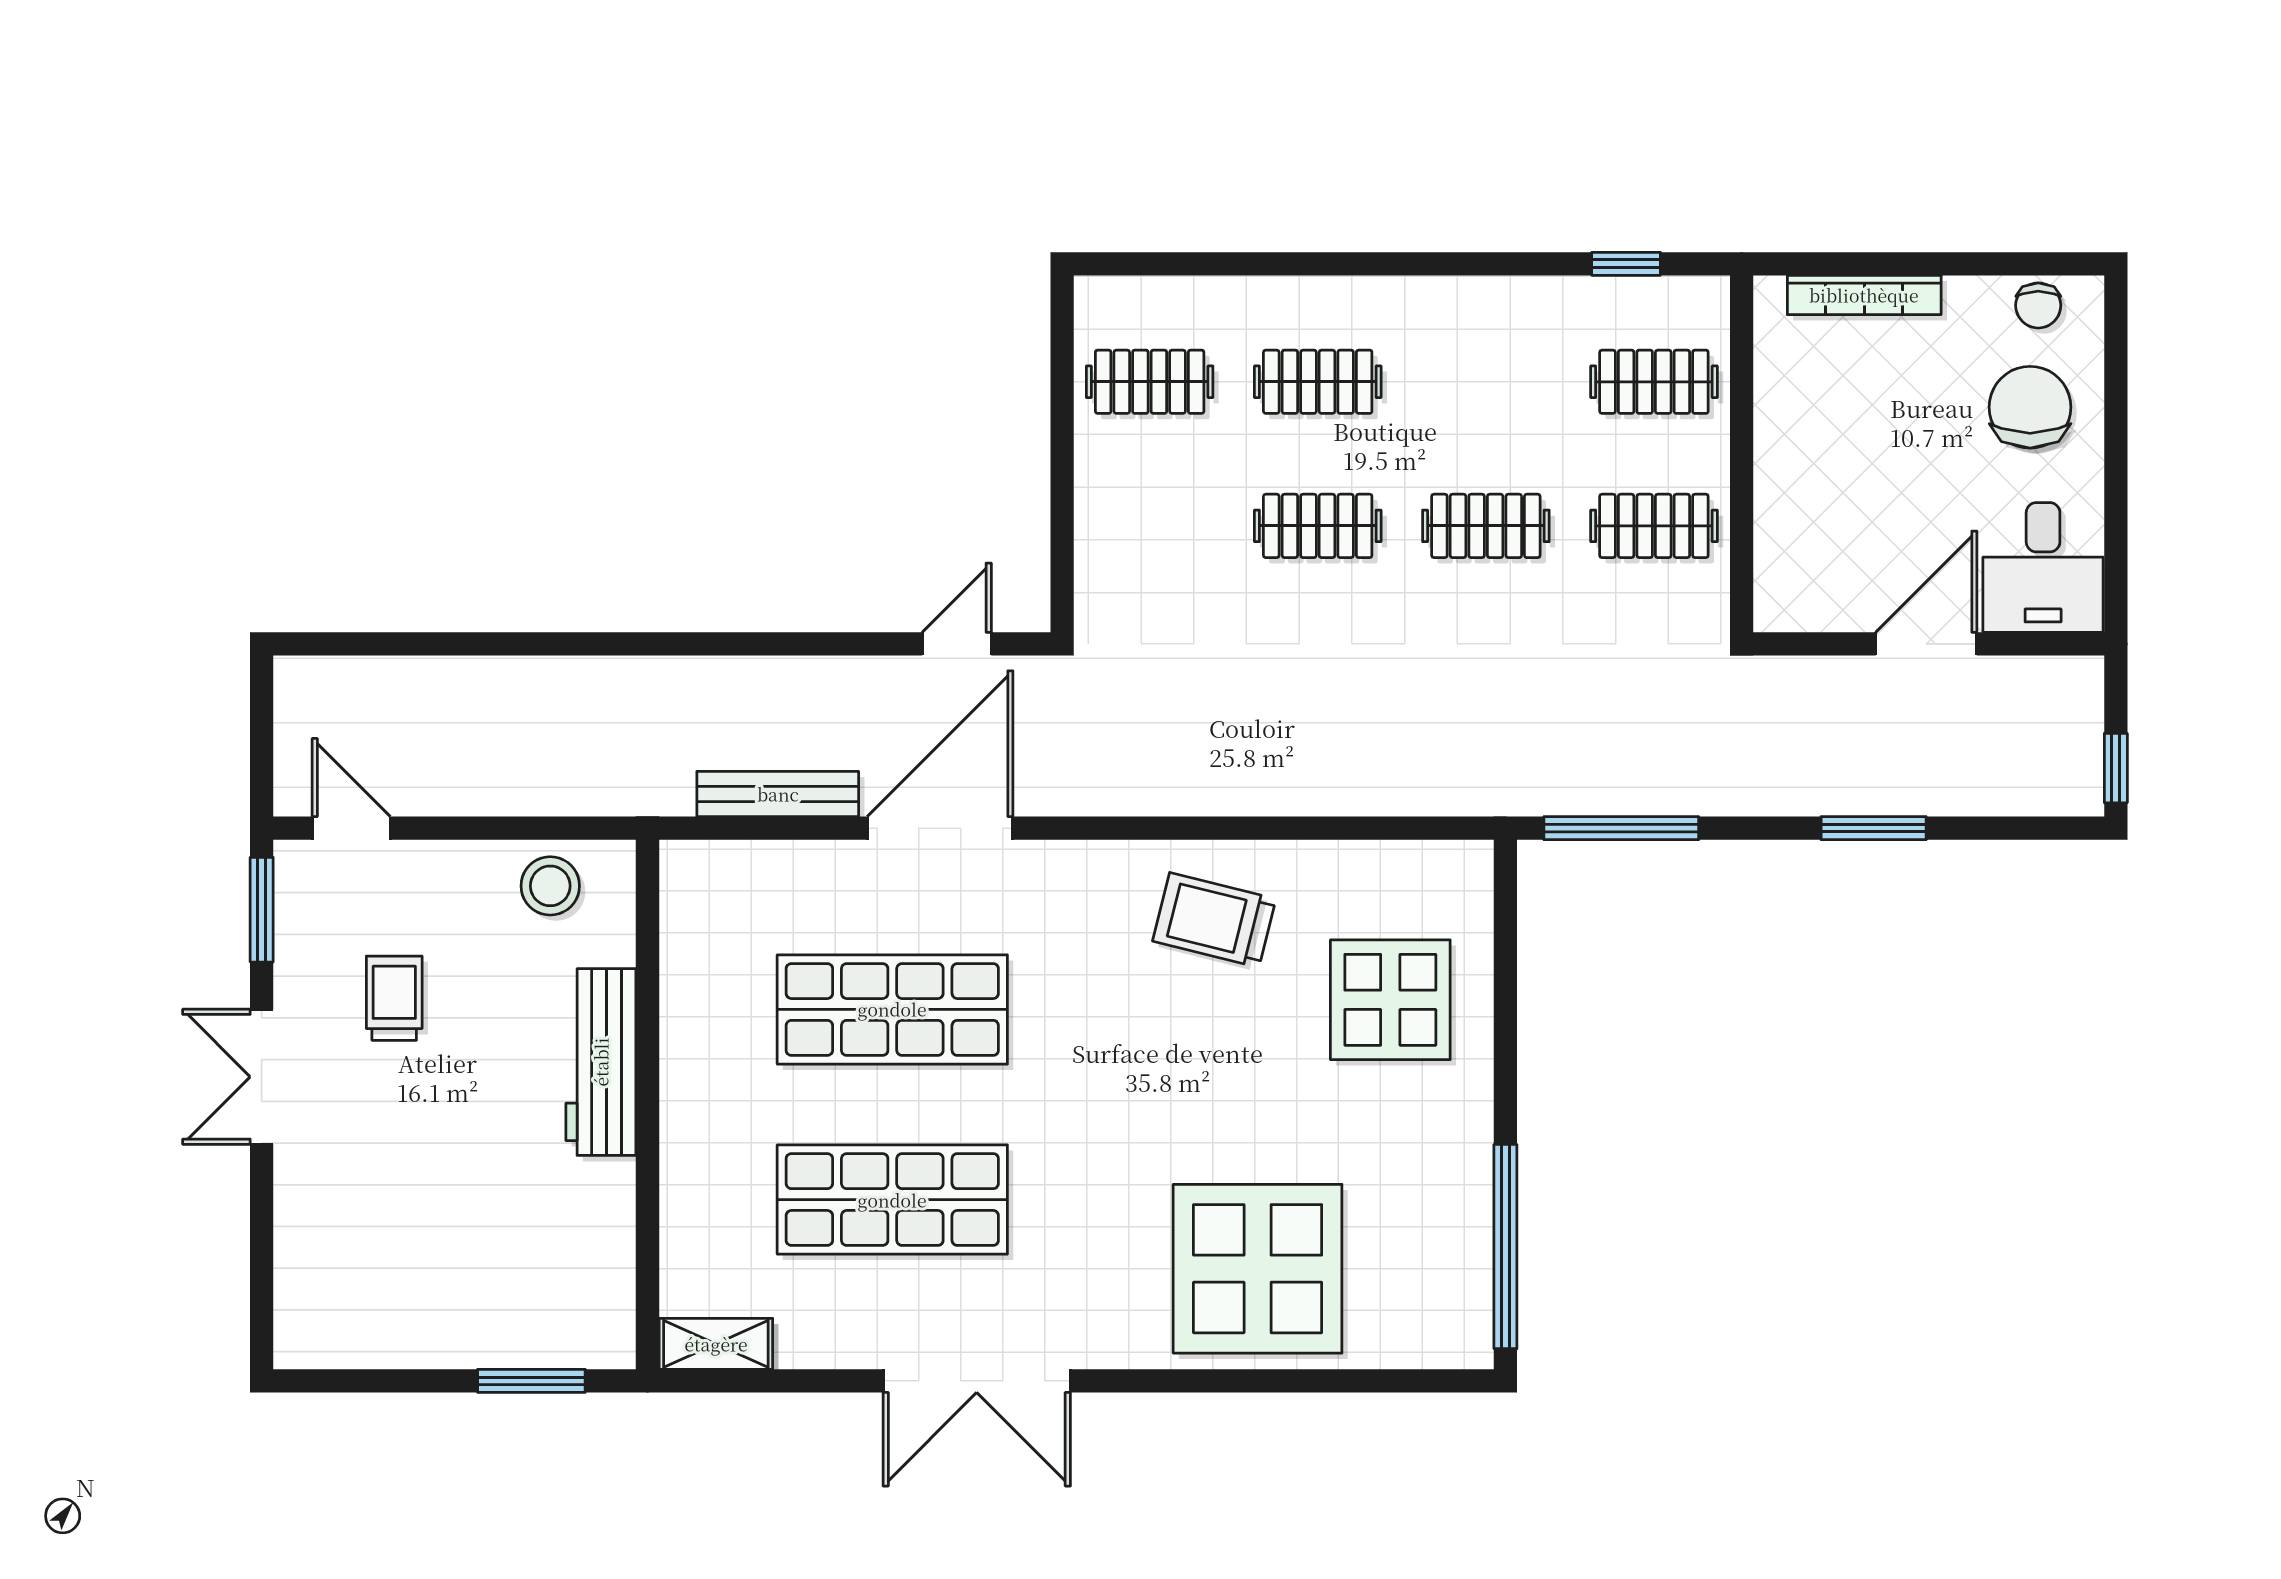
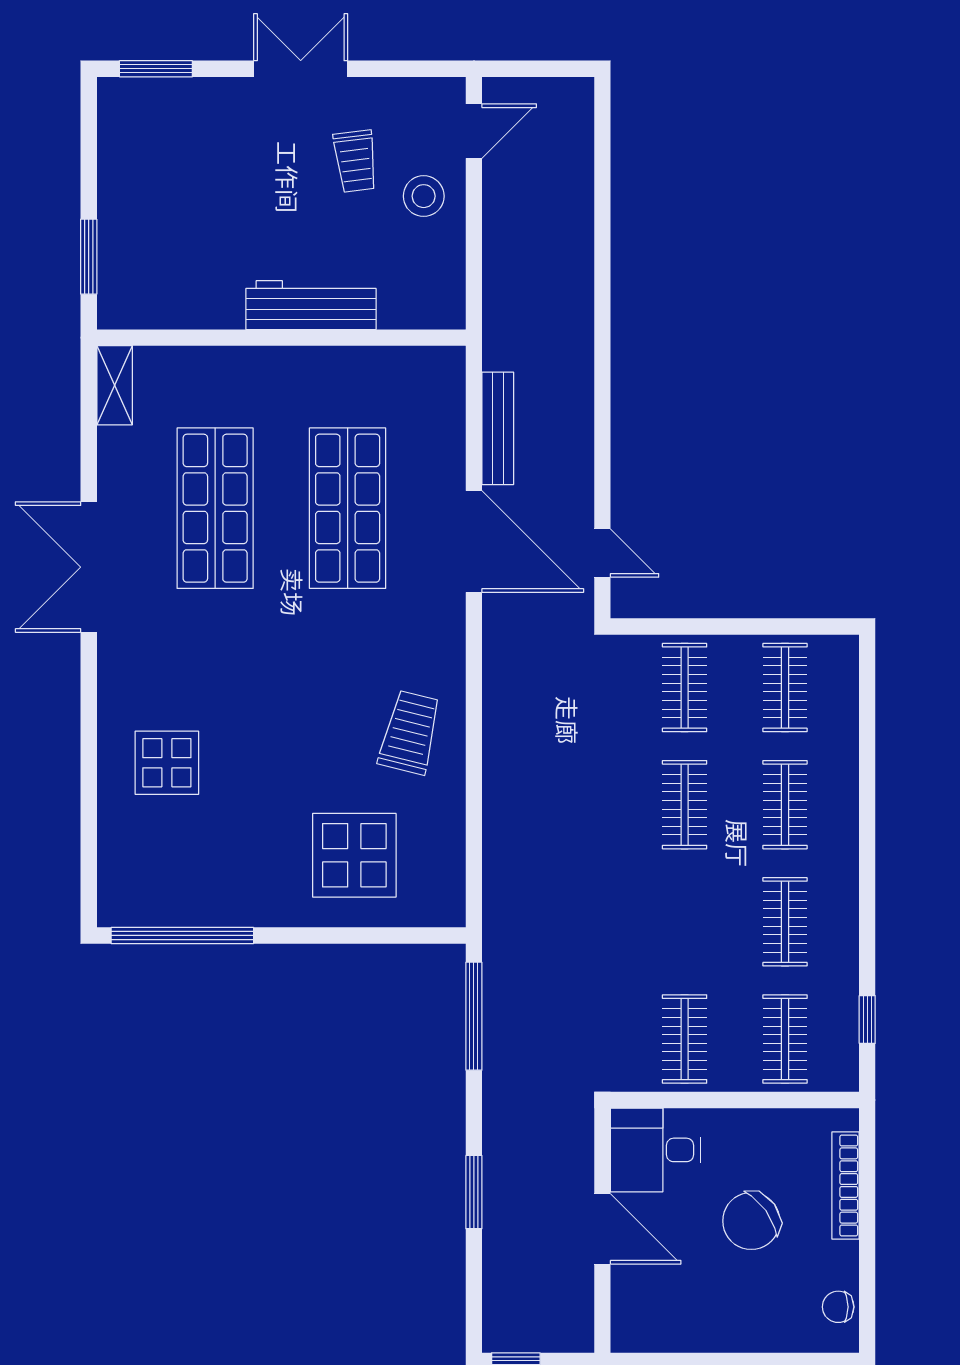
chair: (2030, 407) -> (751, 1221), moved, turned 144
clothes rail: (1150, 526) -> (685, 688), added
clothes rail: (1486, 526) -> (785, 922), moved
desk: (2043, 567) -> (656, 1150), moved
stool: (550, 886) -> (424, 196), moved
window: (262, 910) -> (156, 69), moved
trolley: (394, 998) -> (355, 161), turned 83
display table: (1258, 1269) -> (167, 763), width x0.54, depth x0.54

